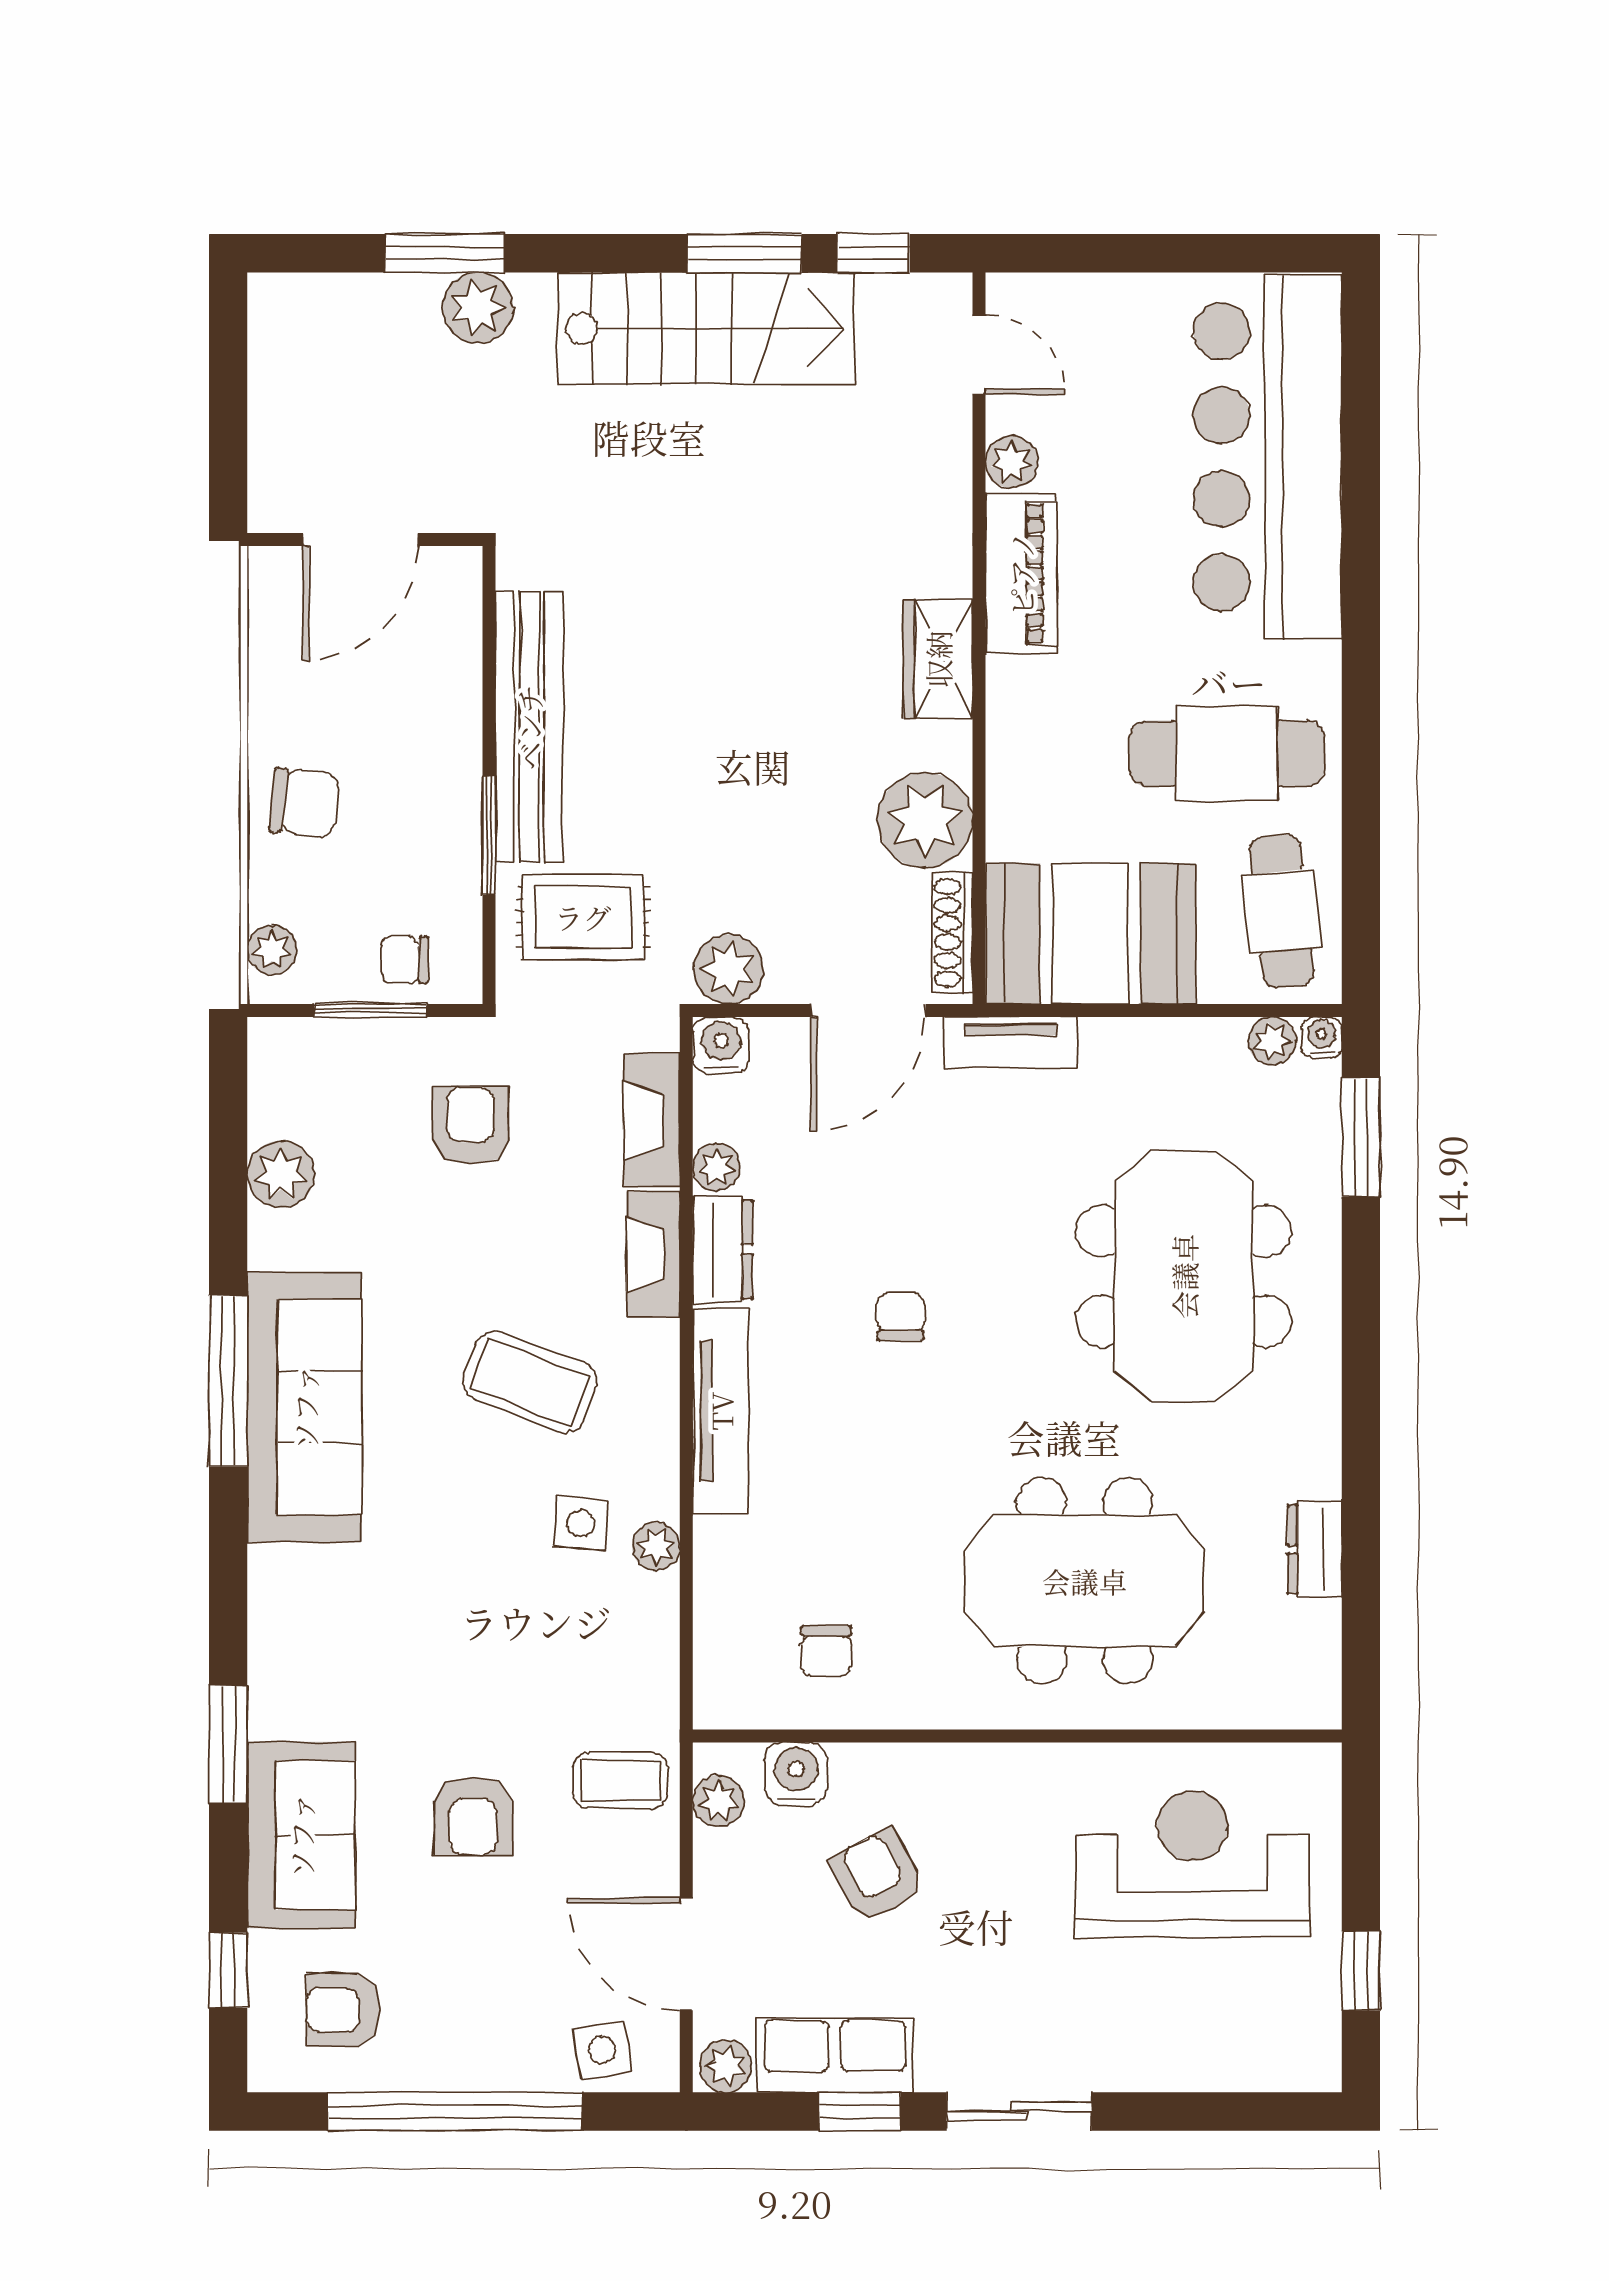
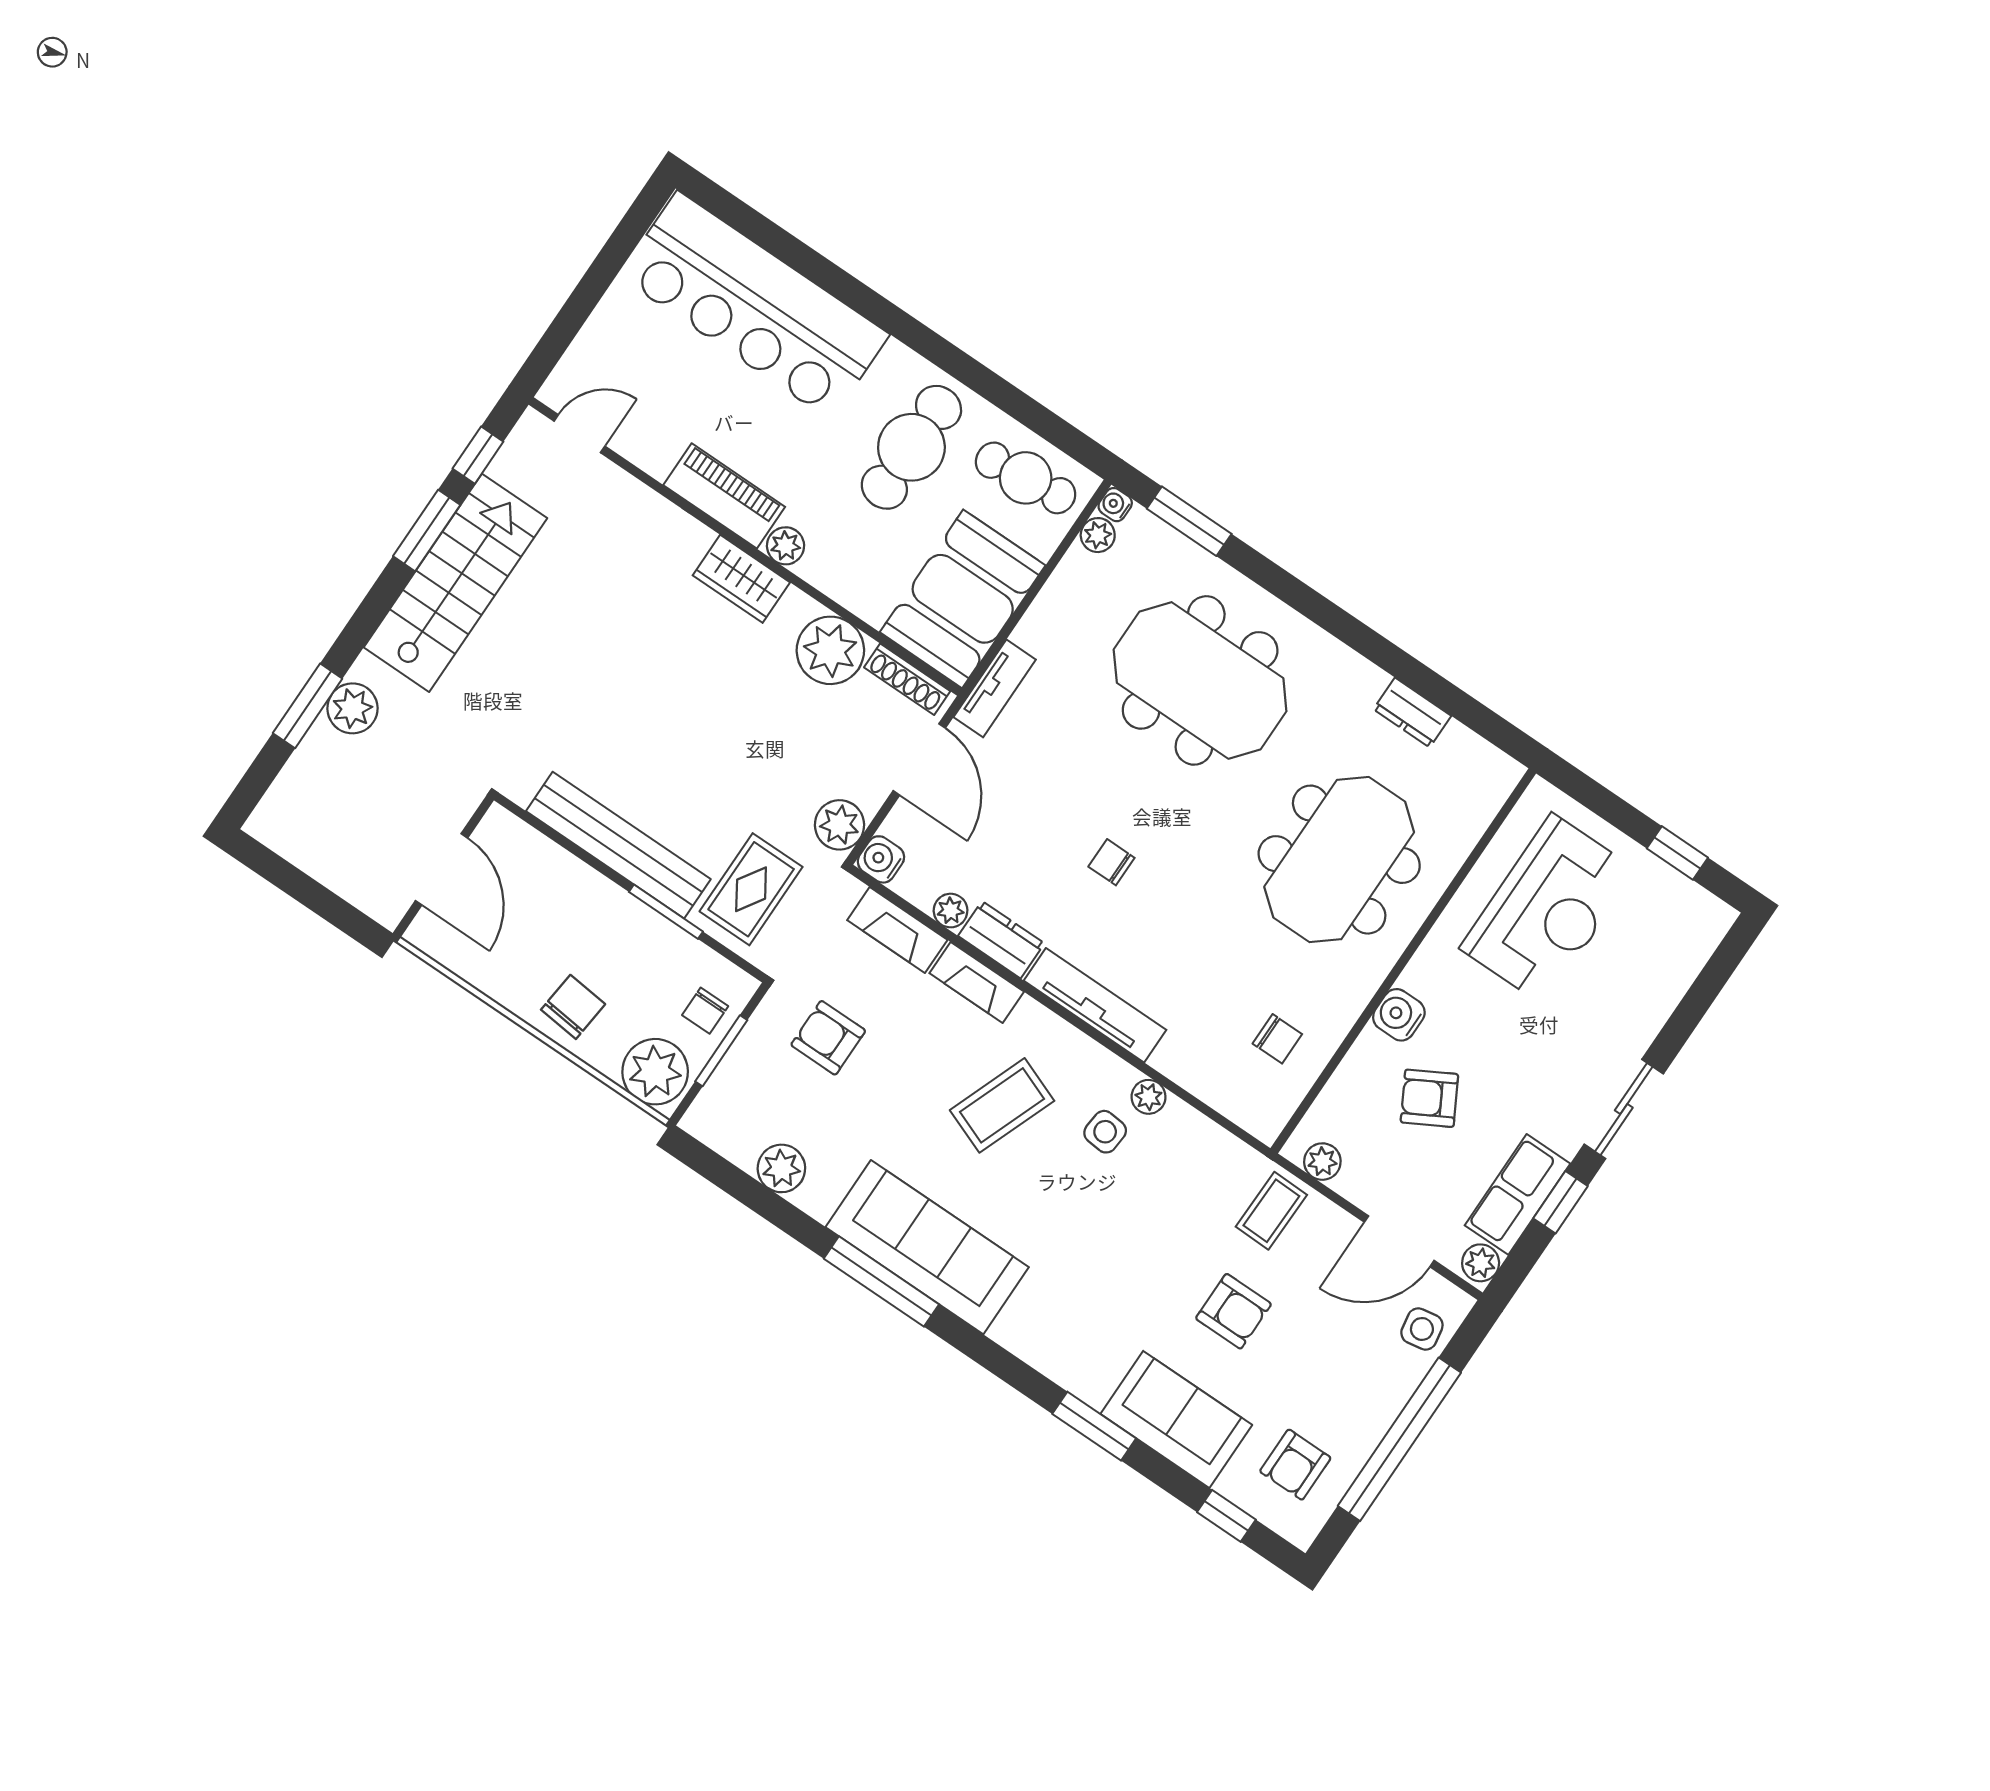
plant: (1012, 462) -> (786, 546), moved
plant: (272, 950) -> (655, 1072), width x1.88, depth x1.88
water cooler: (796, 1774) -> (1399, 1015), moved
reception desk: (1192, 1864) -> (1548, 909), turned 180

